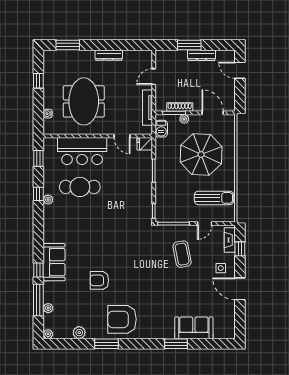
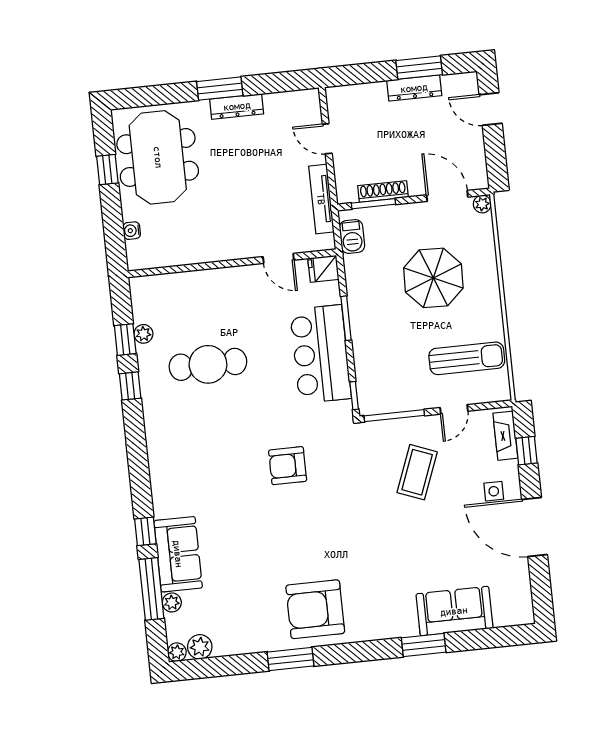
window: (68, 45) -> (220, 89), moved
window: (189, 45) -> (419, 68), moved
door: (154, 77) -> (327, 139), hinge flipped
meeting table: (84, 101) -> (158, 157), moved
plant: (184, 119) -> (482, 204), moved
bar counter: (82, 151) -> (321, 354), moved, turned 90
parasol: (201, 155) -> (433, 278), width x0.73, depth x0.73
window: (38, 158) -> (125, 340), moved
plant: (48, 200) -> (143, 334), moved
coffee table: (182, 254) -> (417, 472), turned 32
sofa: (54, 262) -> (178, 554), moved
armchair: (99, 280) -> (288, 466), moved
door: (240, 289) -> (535, 527), width x1.36
plant: (79, 333) -> (200, 647), moved

